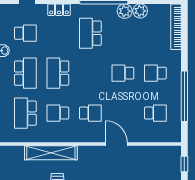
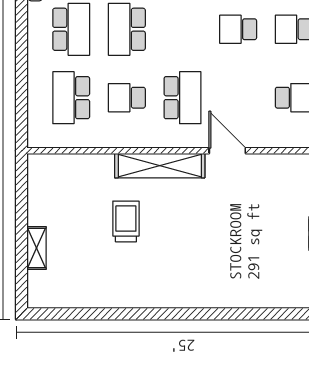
school desk: (90, 113) -> (182, 98), width x1.85
shelving: (51, 153) -> (160, 166), moved

